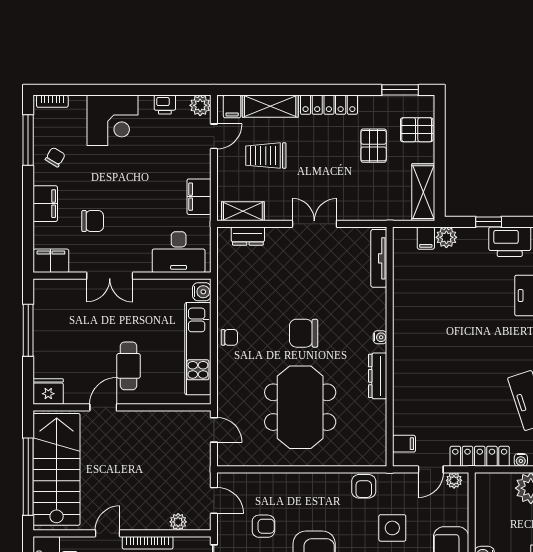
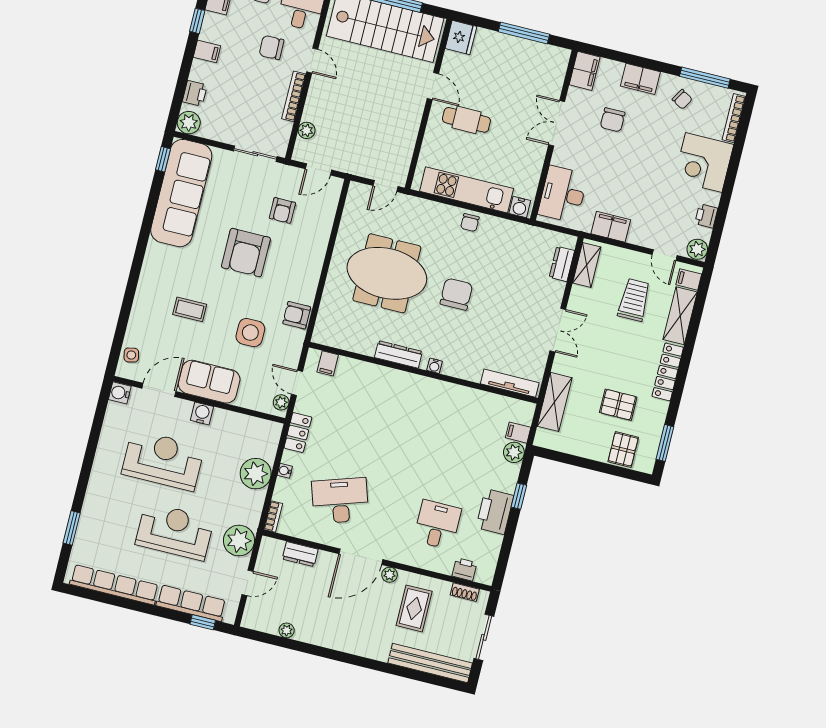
bookcase: (52, 101) -> (734, 118), width x1.56
shelving: (423, 192) -> (555, 402), moved, turned 90
locker: (480, 456) -> (298, 433), width x0.66

